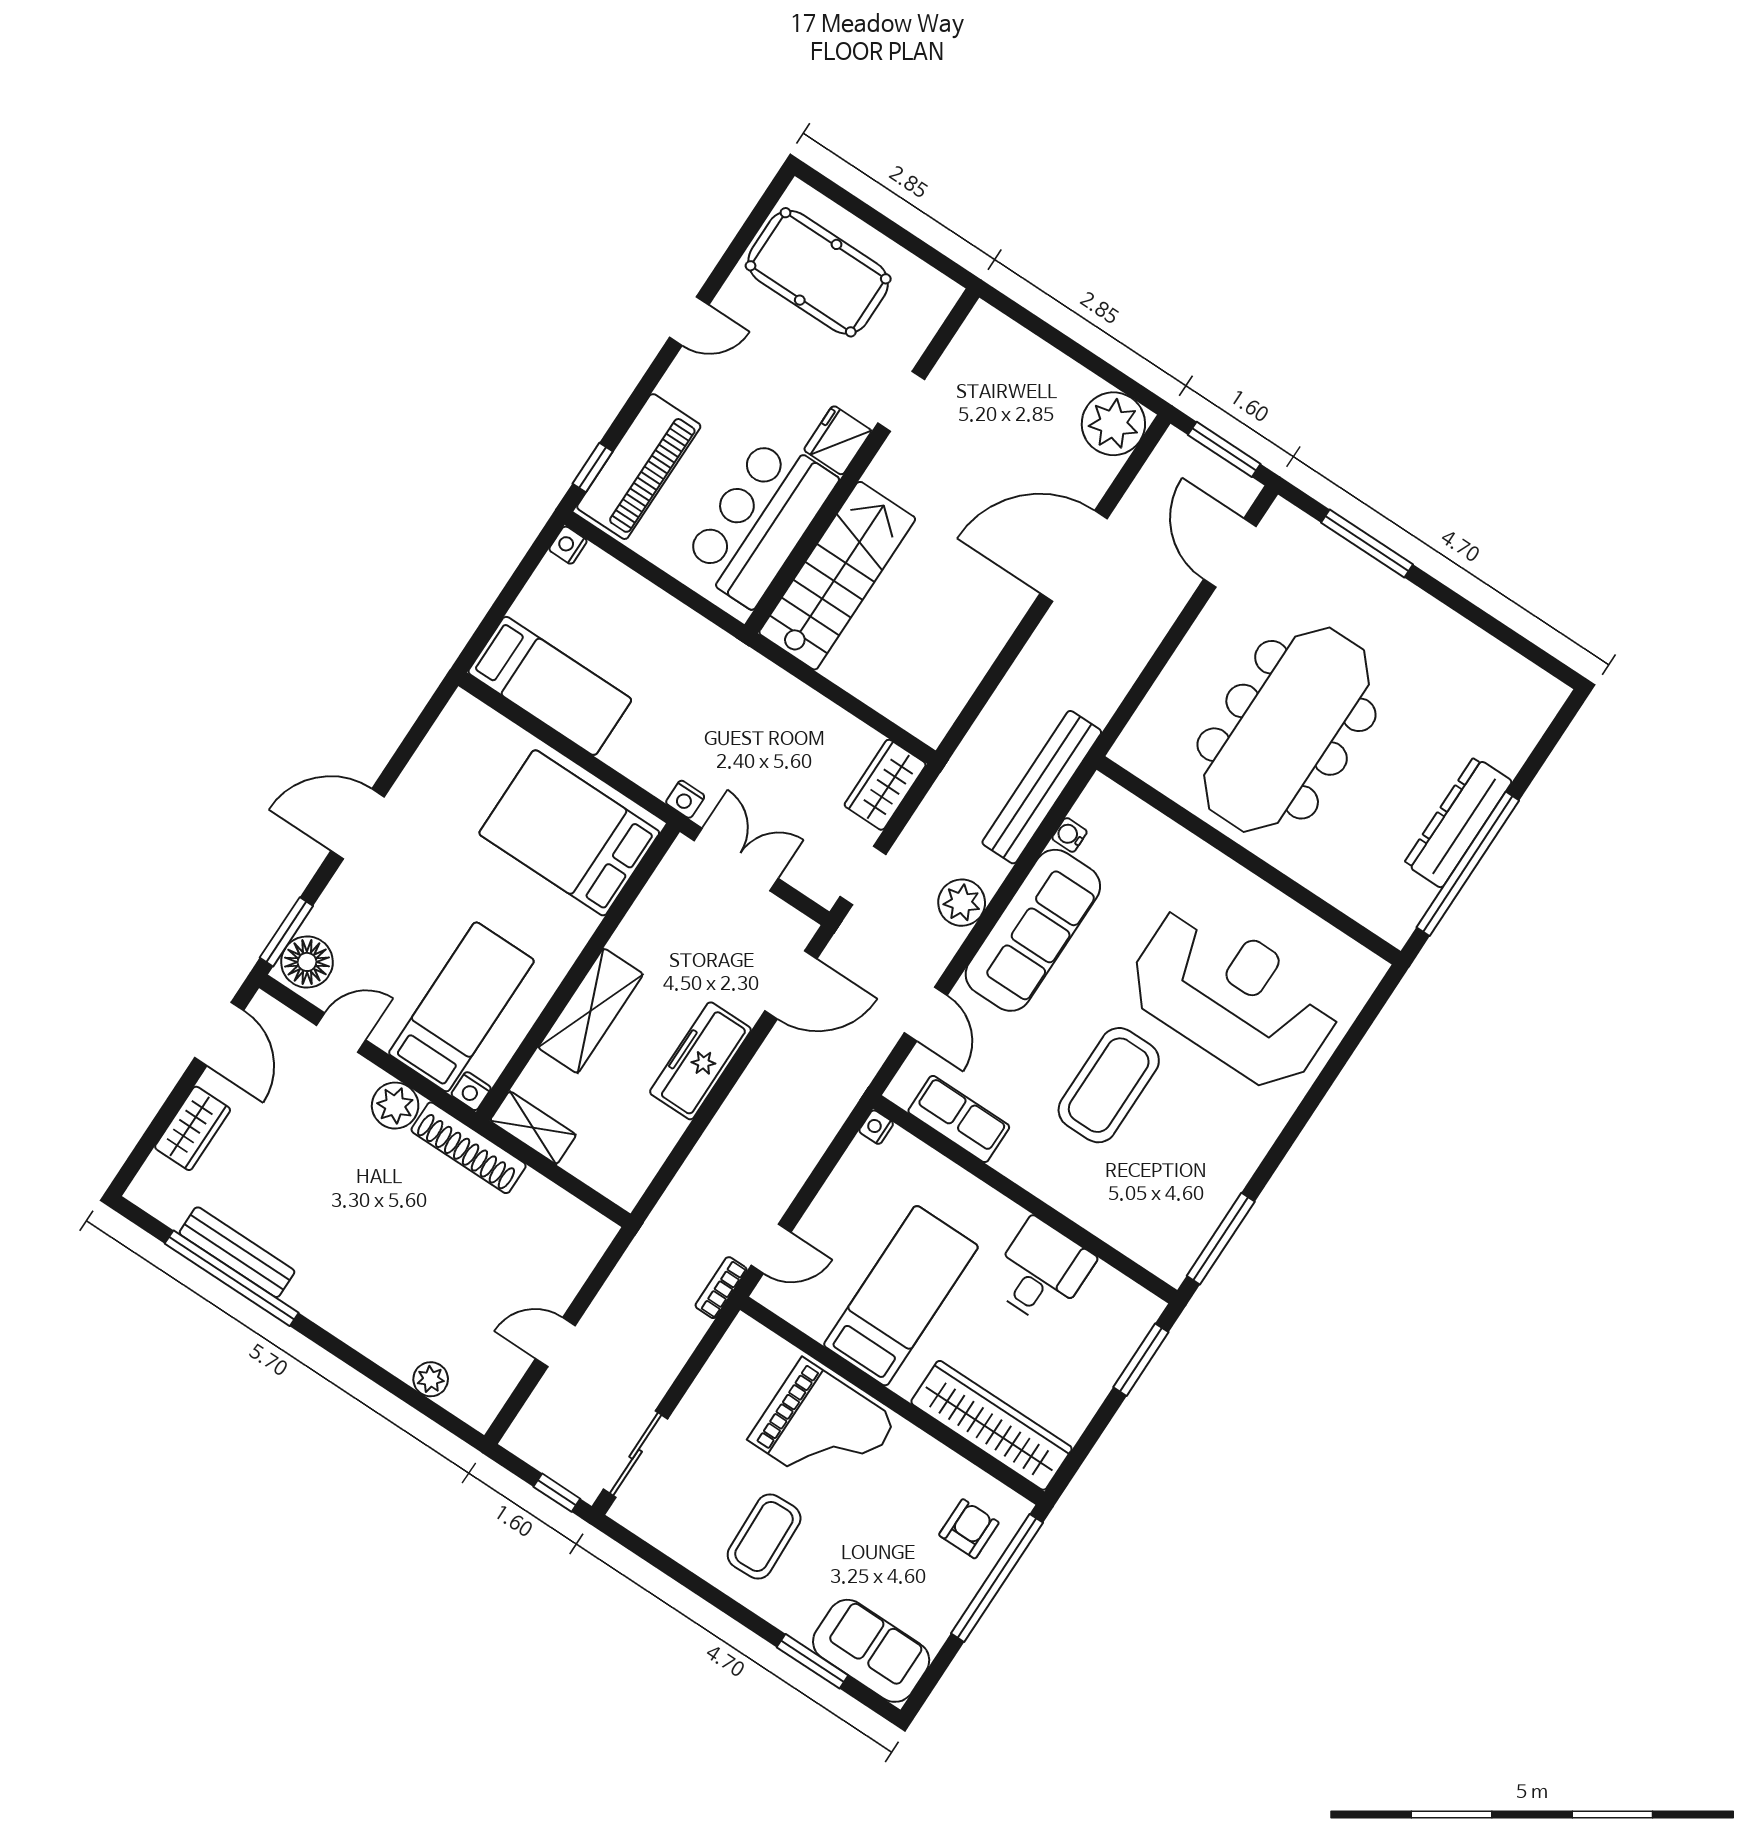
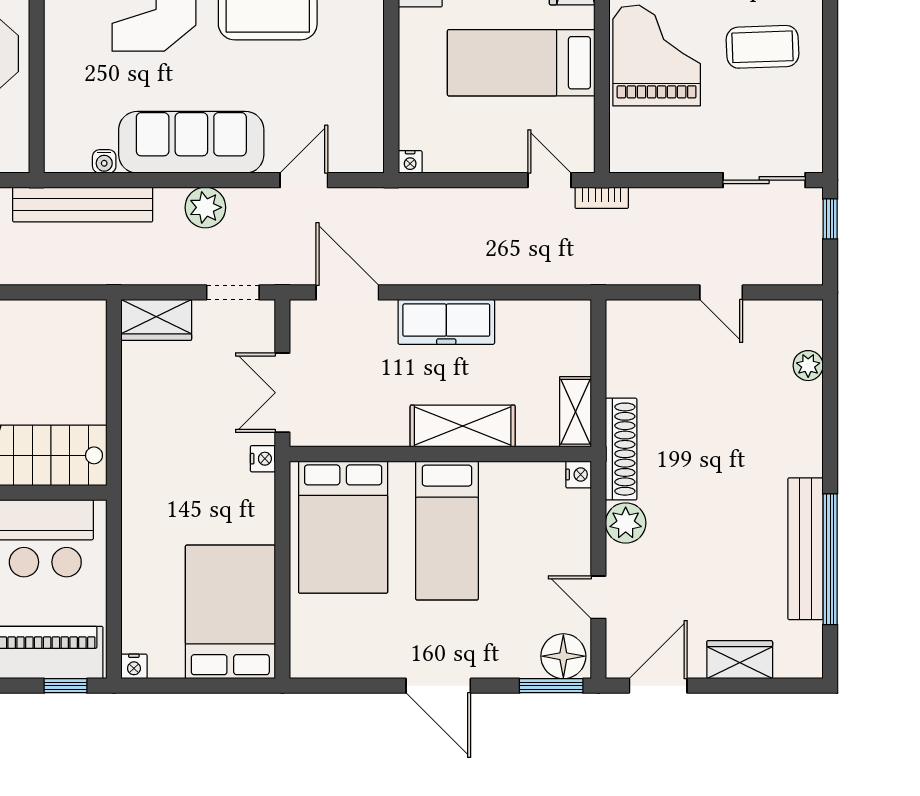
bed: (550, 686) -> (230, 612), width x1.50
bed: (461, 1007) -> (447, 530), moved, turned -90
row of seats: (959, 1119) -> (364, 106), removed
bench: (237, 1252) -> (805, 549), width x1.37, depth x1.21

